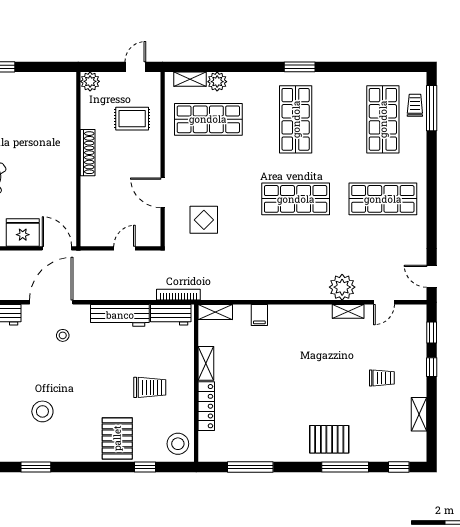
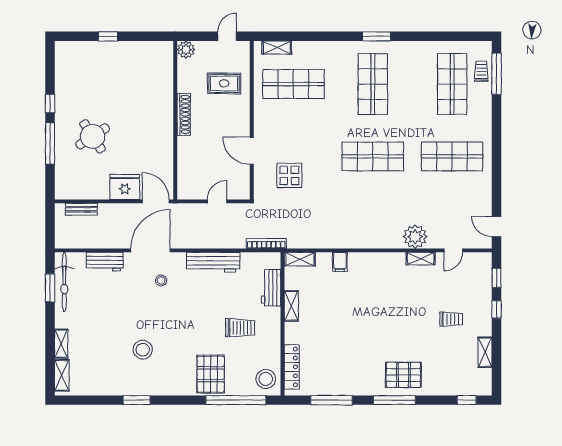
plant: (217, 82) -> (302, 50), removed
workbench: (171, 315) -> (271, 288), moved, turned 90
locker: (206, 406) -> (292, 367), moved
window: (145, 467) -> (236, 400), width x3.17
window: (345, 467) -> (394, 400), moved

